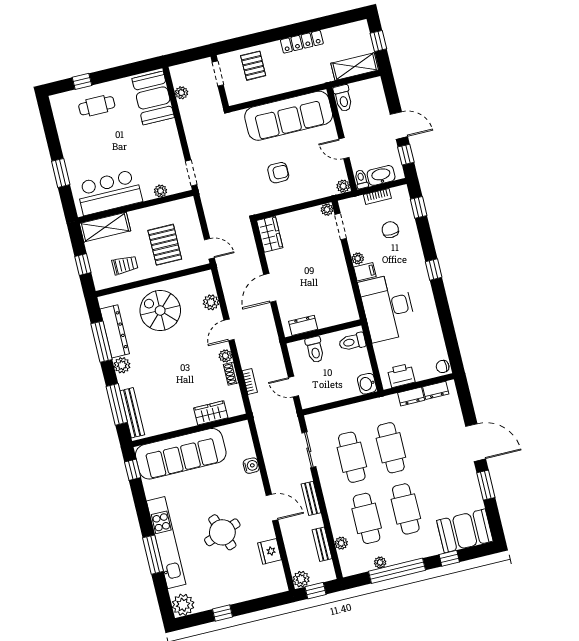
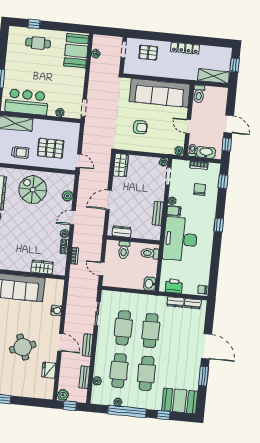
pallet: (253, 66) -> (148, 53), turned 90
pallet: (165, 245) -> (51, 148), turned 90
bench: (344, 283) -> (158, 213), added

